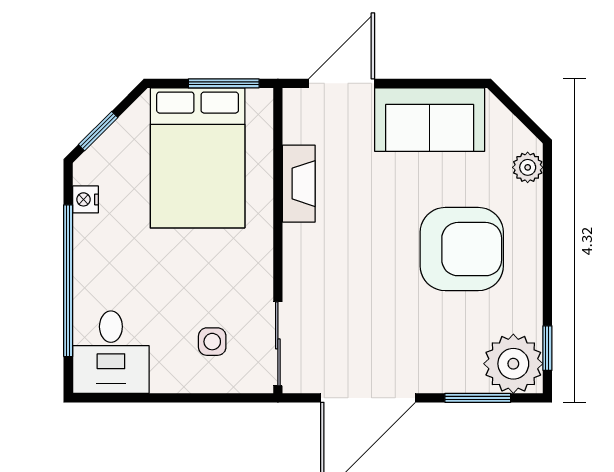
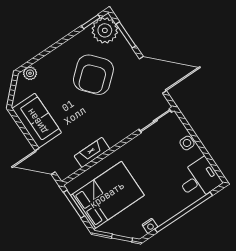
armchair: (462, 249) -> (93, 75), moved, turned -131
side table: (212, 342) -> (187, 143), moved

